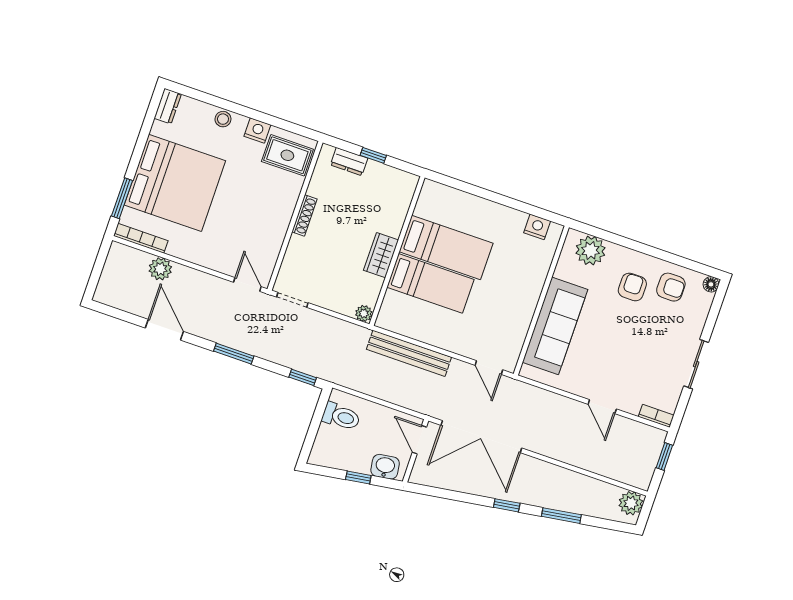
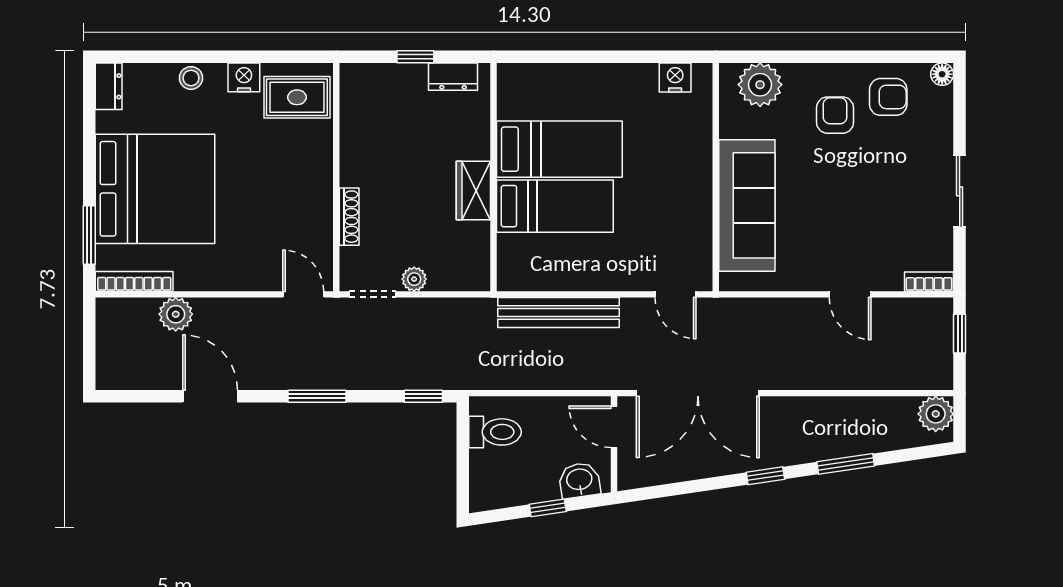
dresser: (349, 162) -> (453, 77), moved
shoe rack: (304, 215) -> (349, 217), moved
plant: (364, 313) -> (414, 279), moved

